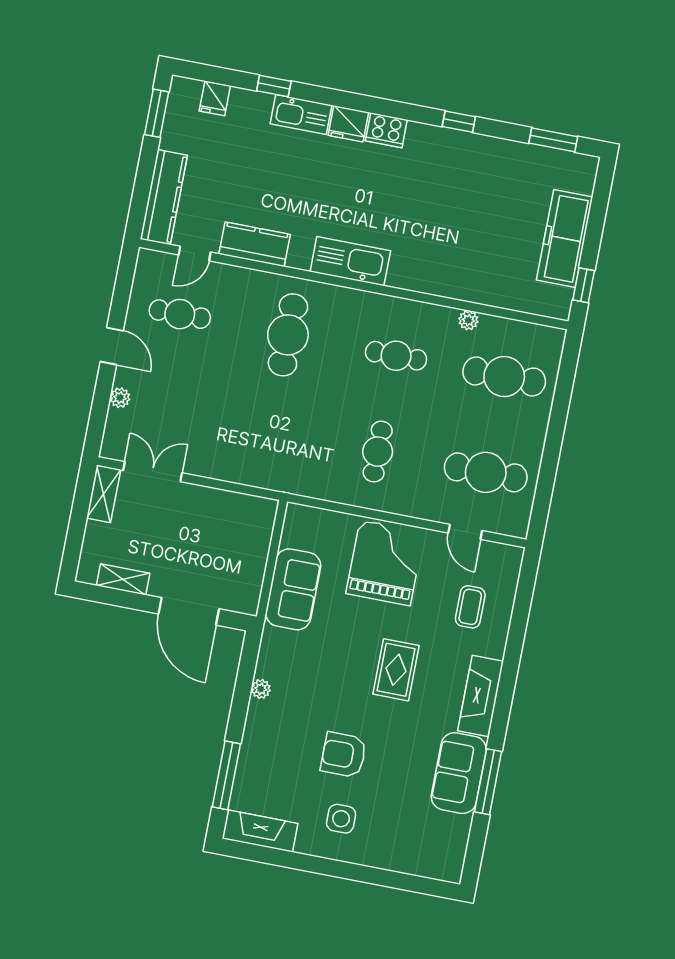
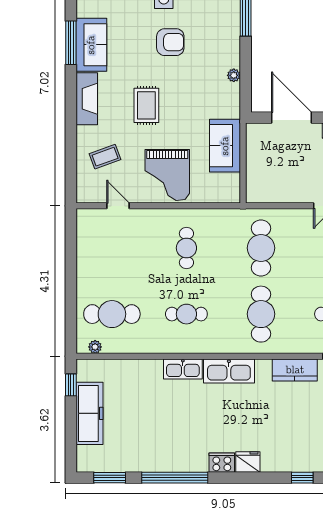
kitchen sink: (301, 114) -> (183, 369), moved, turned 180
window: (459, 122) -> (175, 478), width x3.17
plant: (468, 320) -> (95, 347), moved
cafe table: (486, 472) -> (261, 248), moved, turned 90
coffee table: (470, 607) -> (105, 157), turned 70

